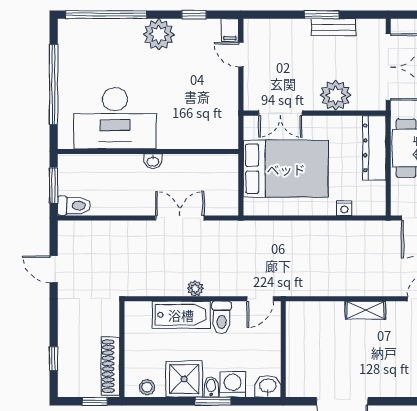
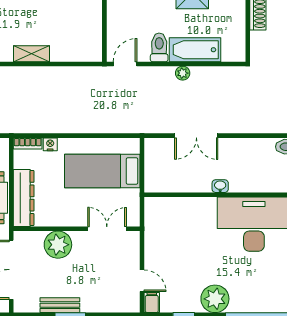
bed: (286, 169) -> (102, 171), width x0.67
bookcase: (370, 209) -> (28, 143), added

